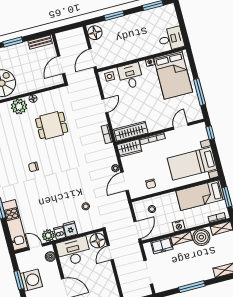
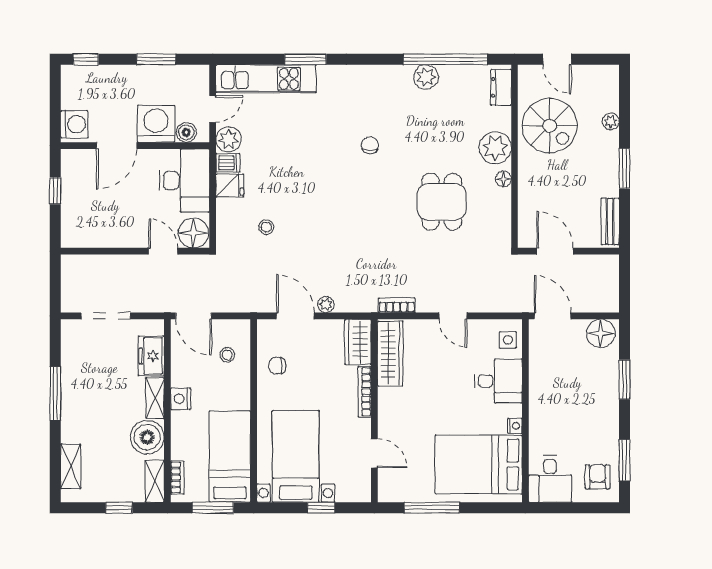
armchair: (164, 16) -> (598, 477), added
window: (210, 133) -> (321, 508), moved
washing machine: (31, 280) -> (156, 124), moved, turned 180

